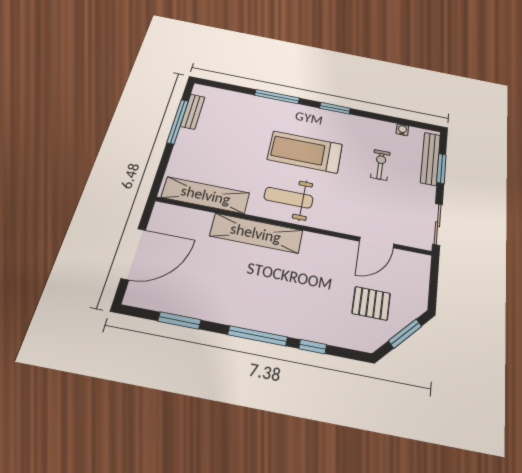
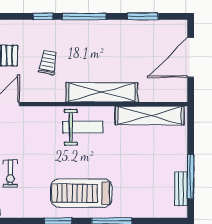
treadmill: (305, 152) -> (81, 193), moved, turned 180
trolley: (316, 284) -> (48, 62), added

